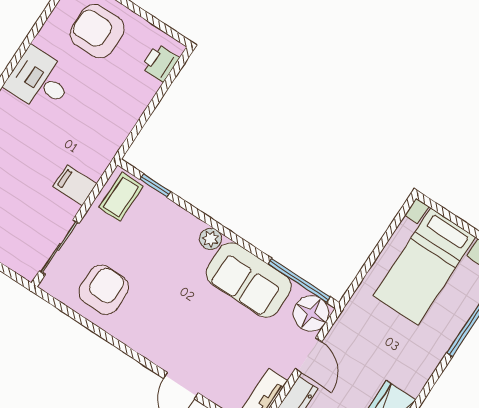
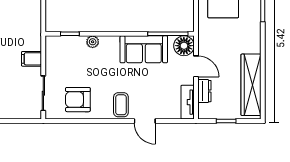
coffee table: (121, 197) -> (121, 105), moved
plant: (210, 239) -> (93, 42), moved
armchair: (104, 290) -> (78, 100), turned -90

